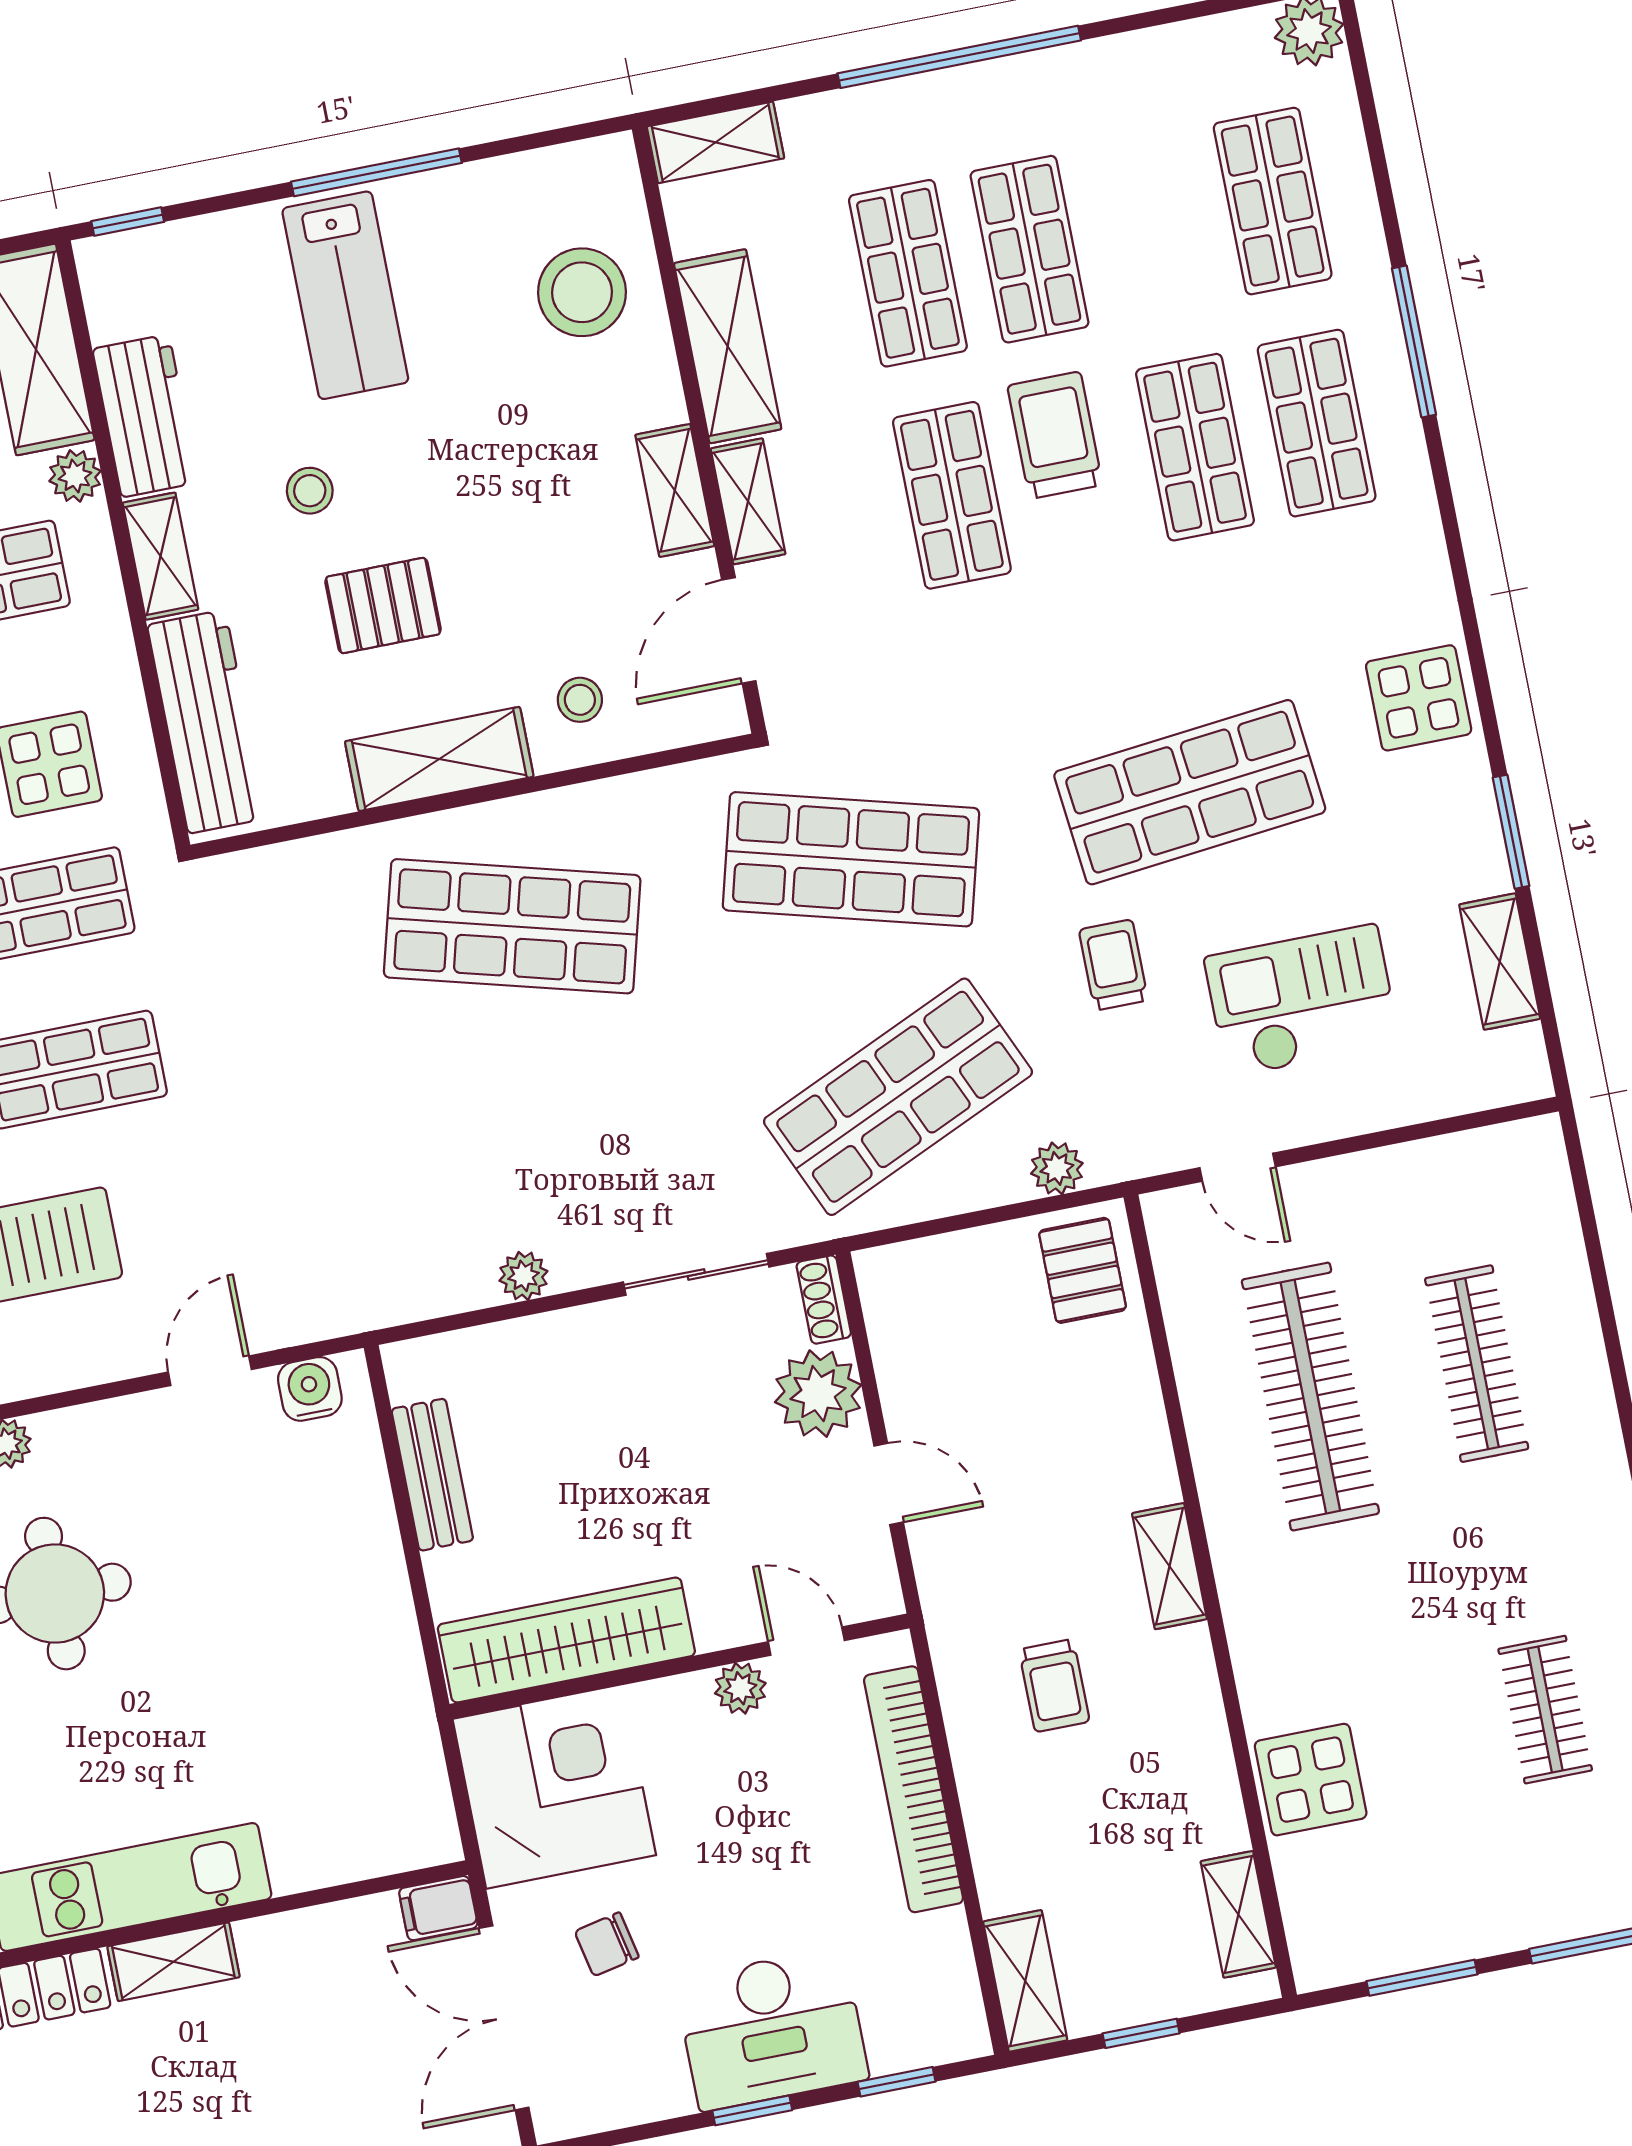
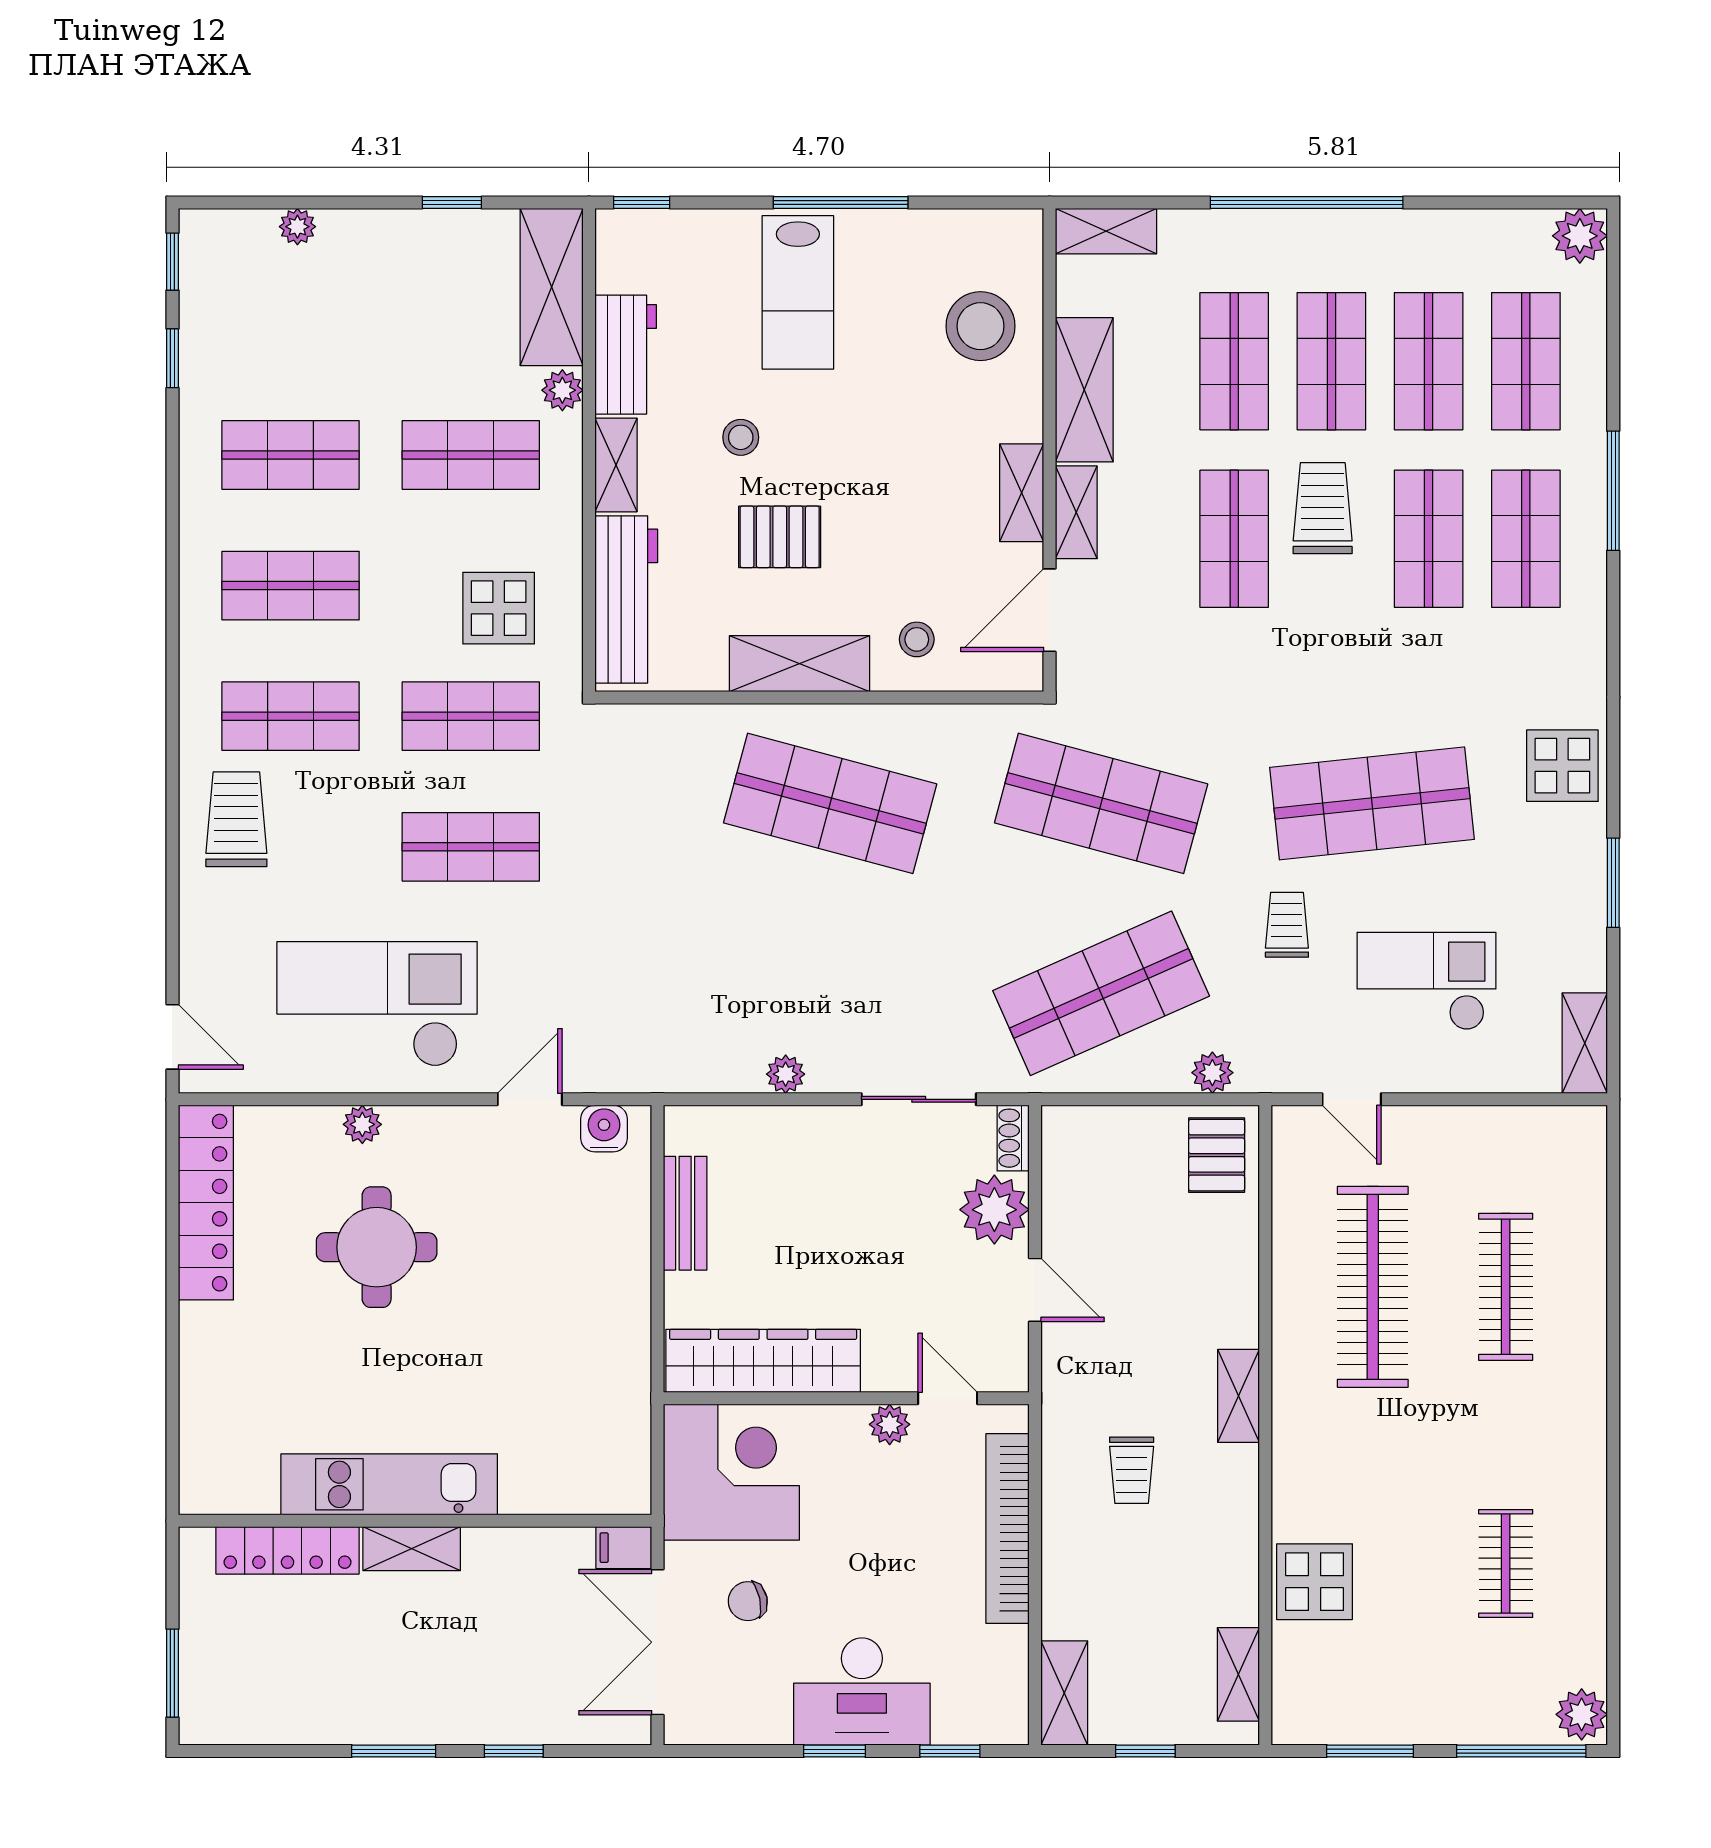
shop shelf: (1151, 225) -> (1429, 361), added
shelving: (1500, 962) -> (1585, 1043), moved

